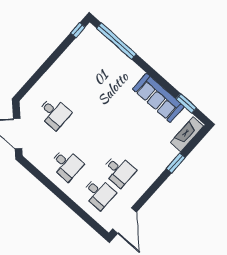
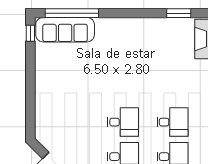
sofa: (158, 98) -> (65, 30), moved
desk: (54, 113) -> (123, 122), moved

